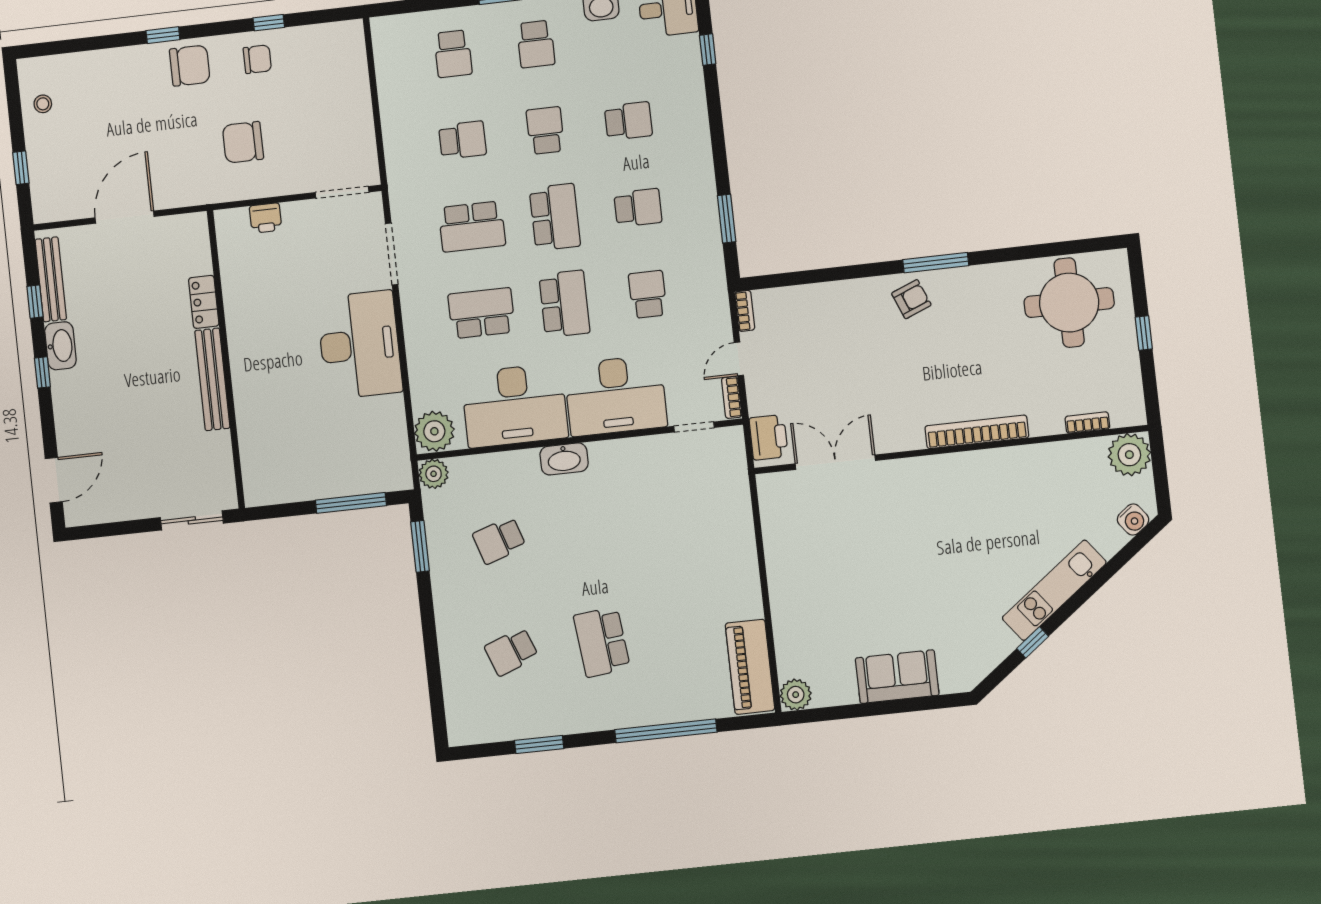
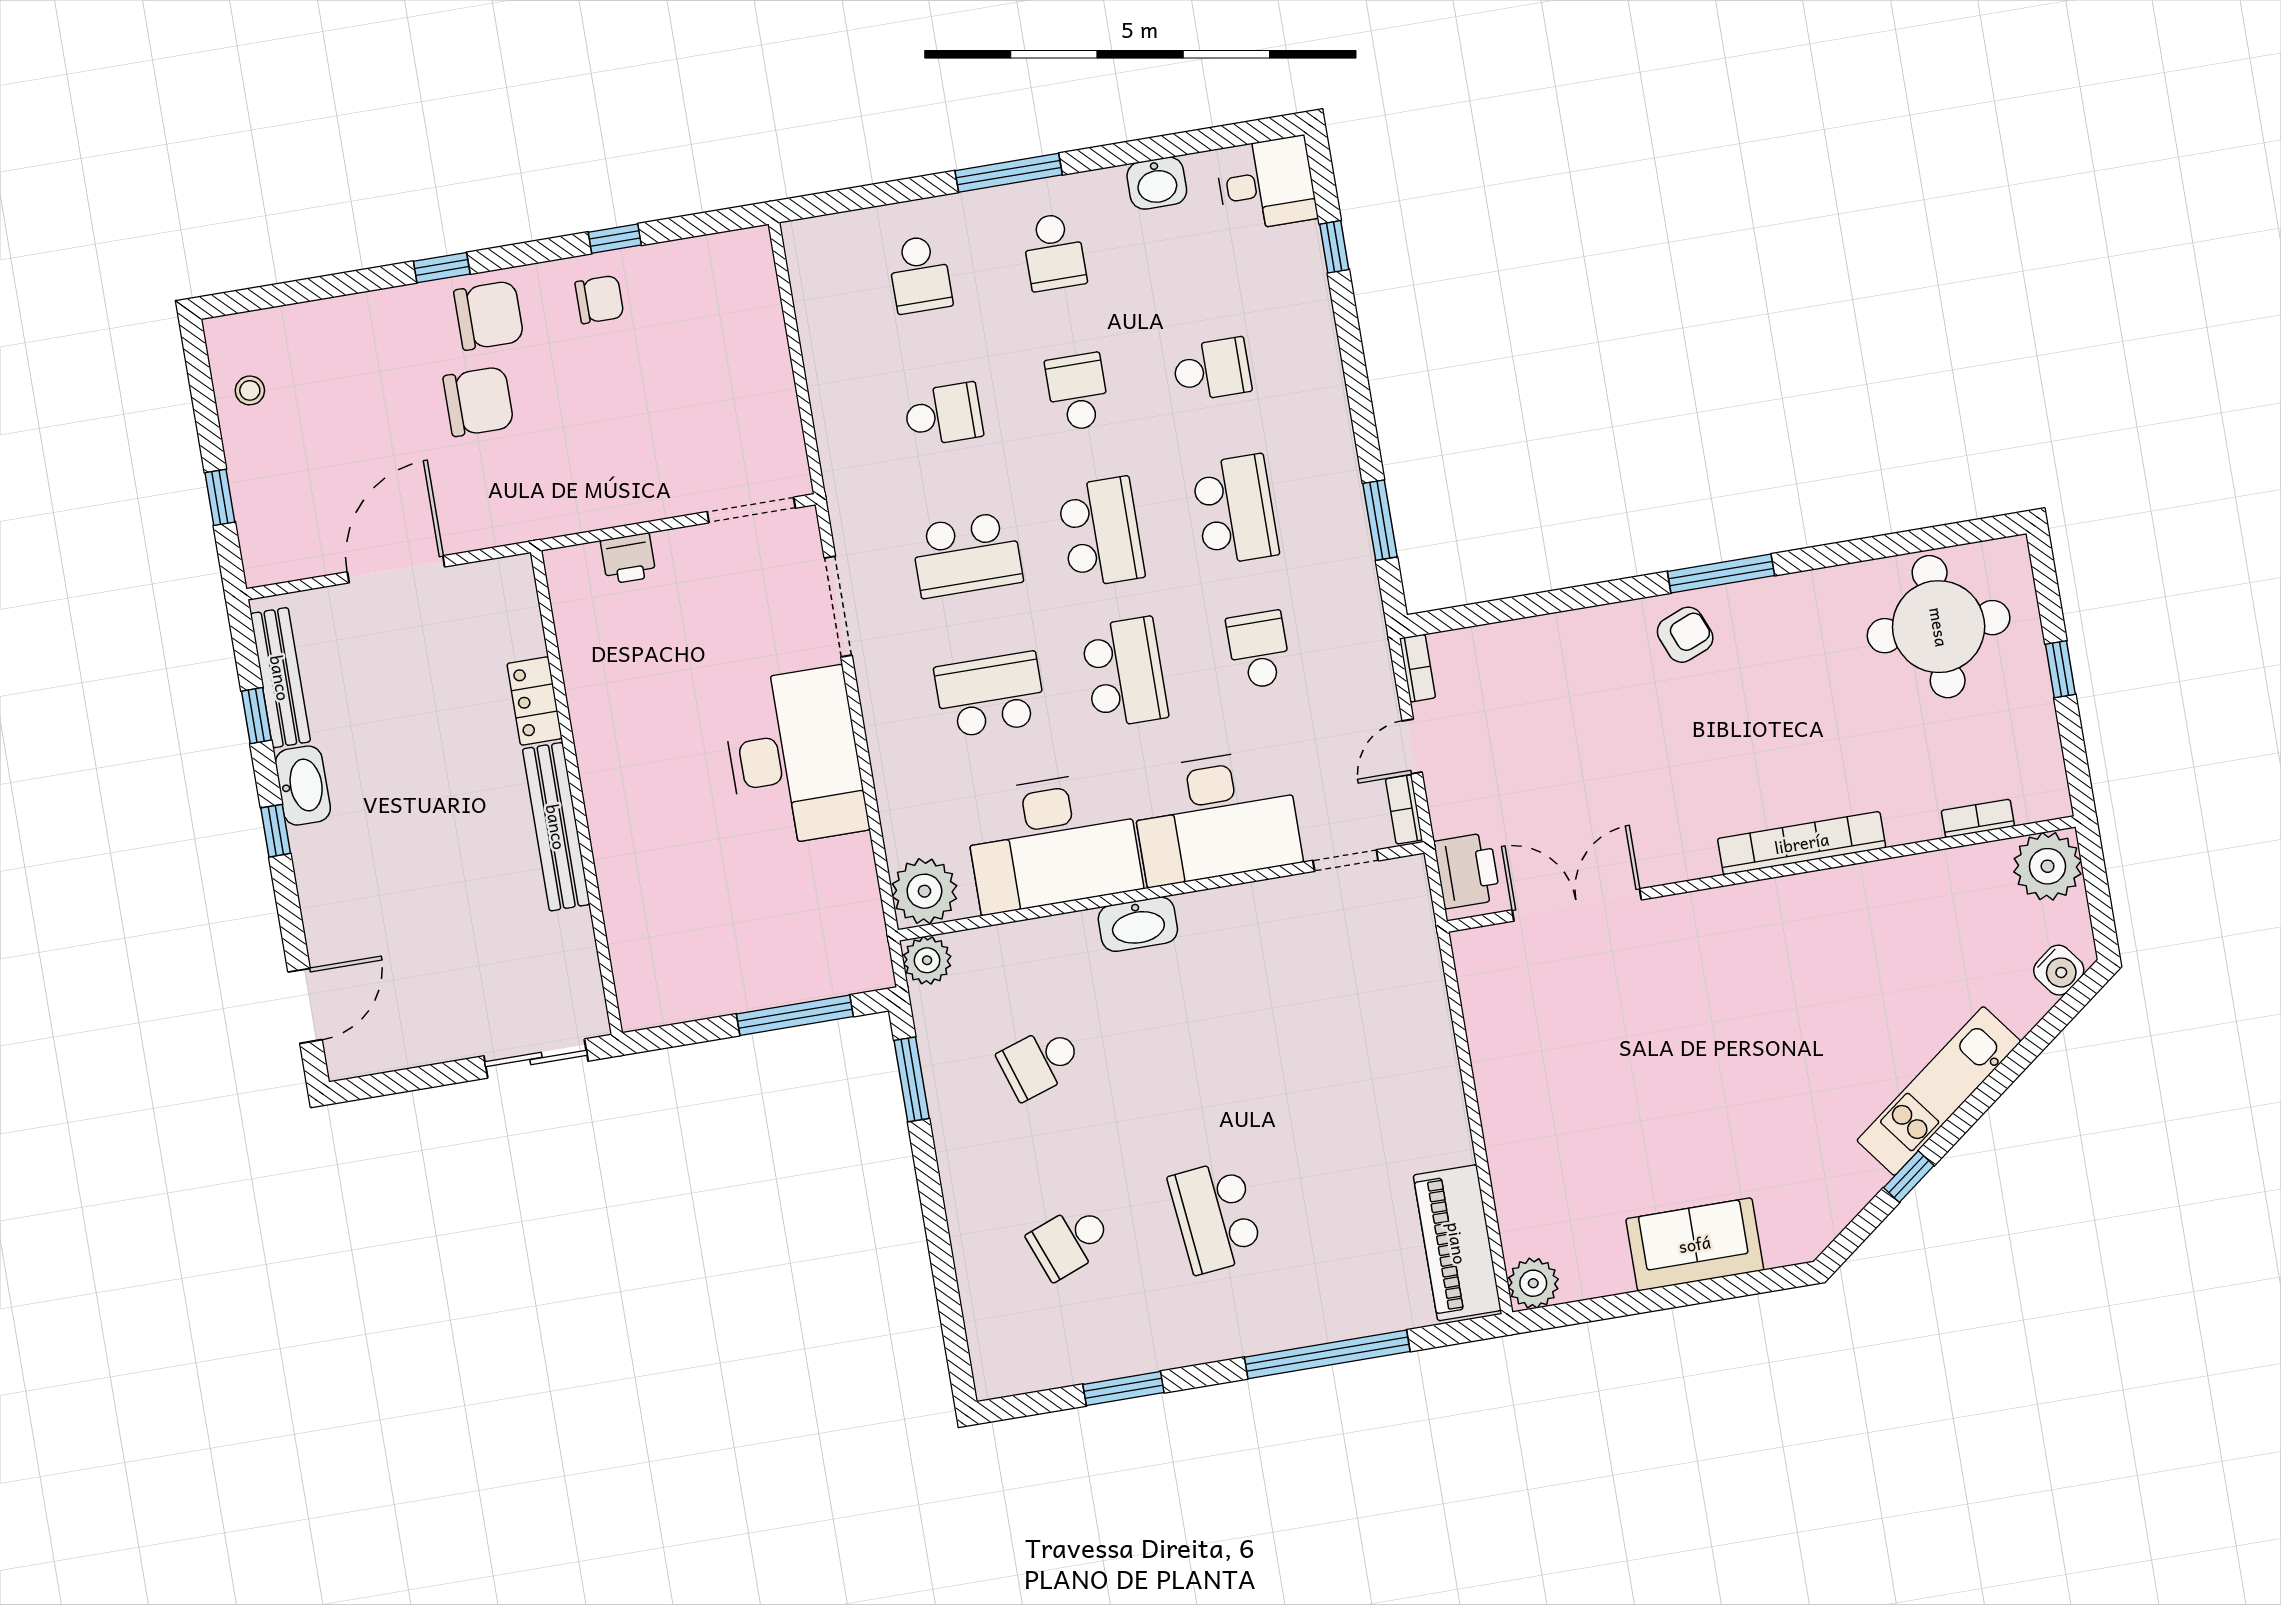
chair: (243, 142) -> (478, 401), moved, turned 180
school desk: (638, 208) -> (1235, 510), width x1.85

